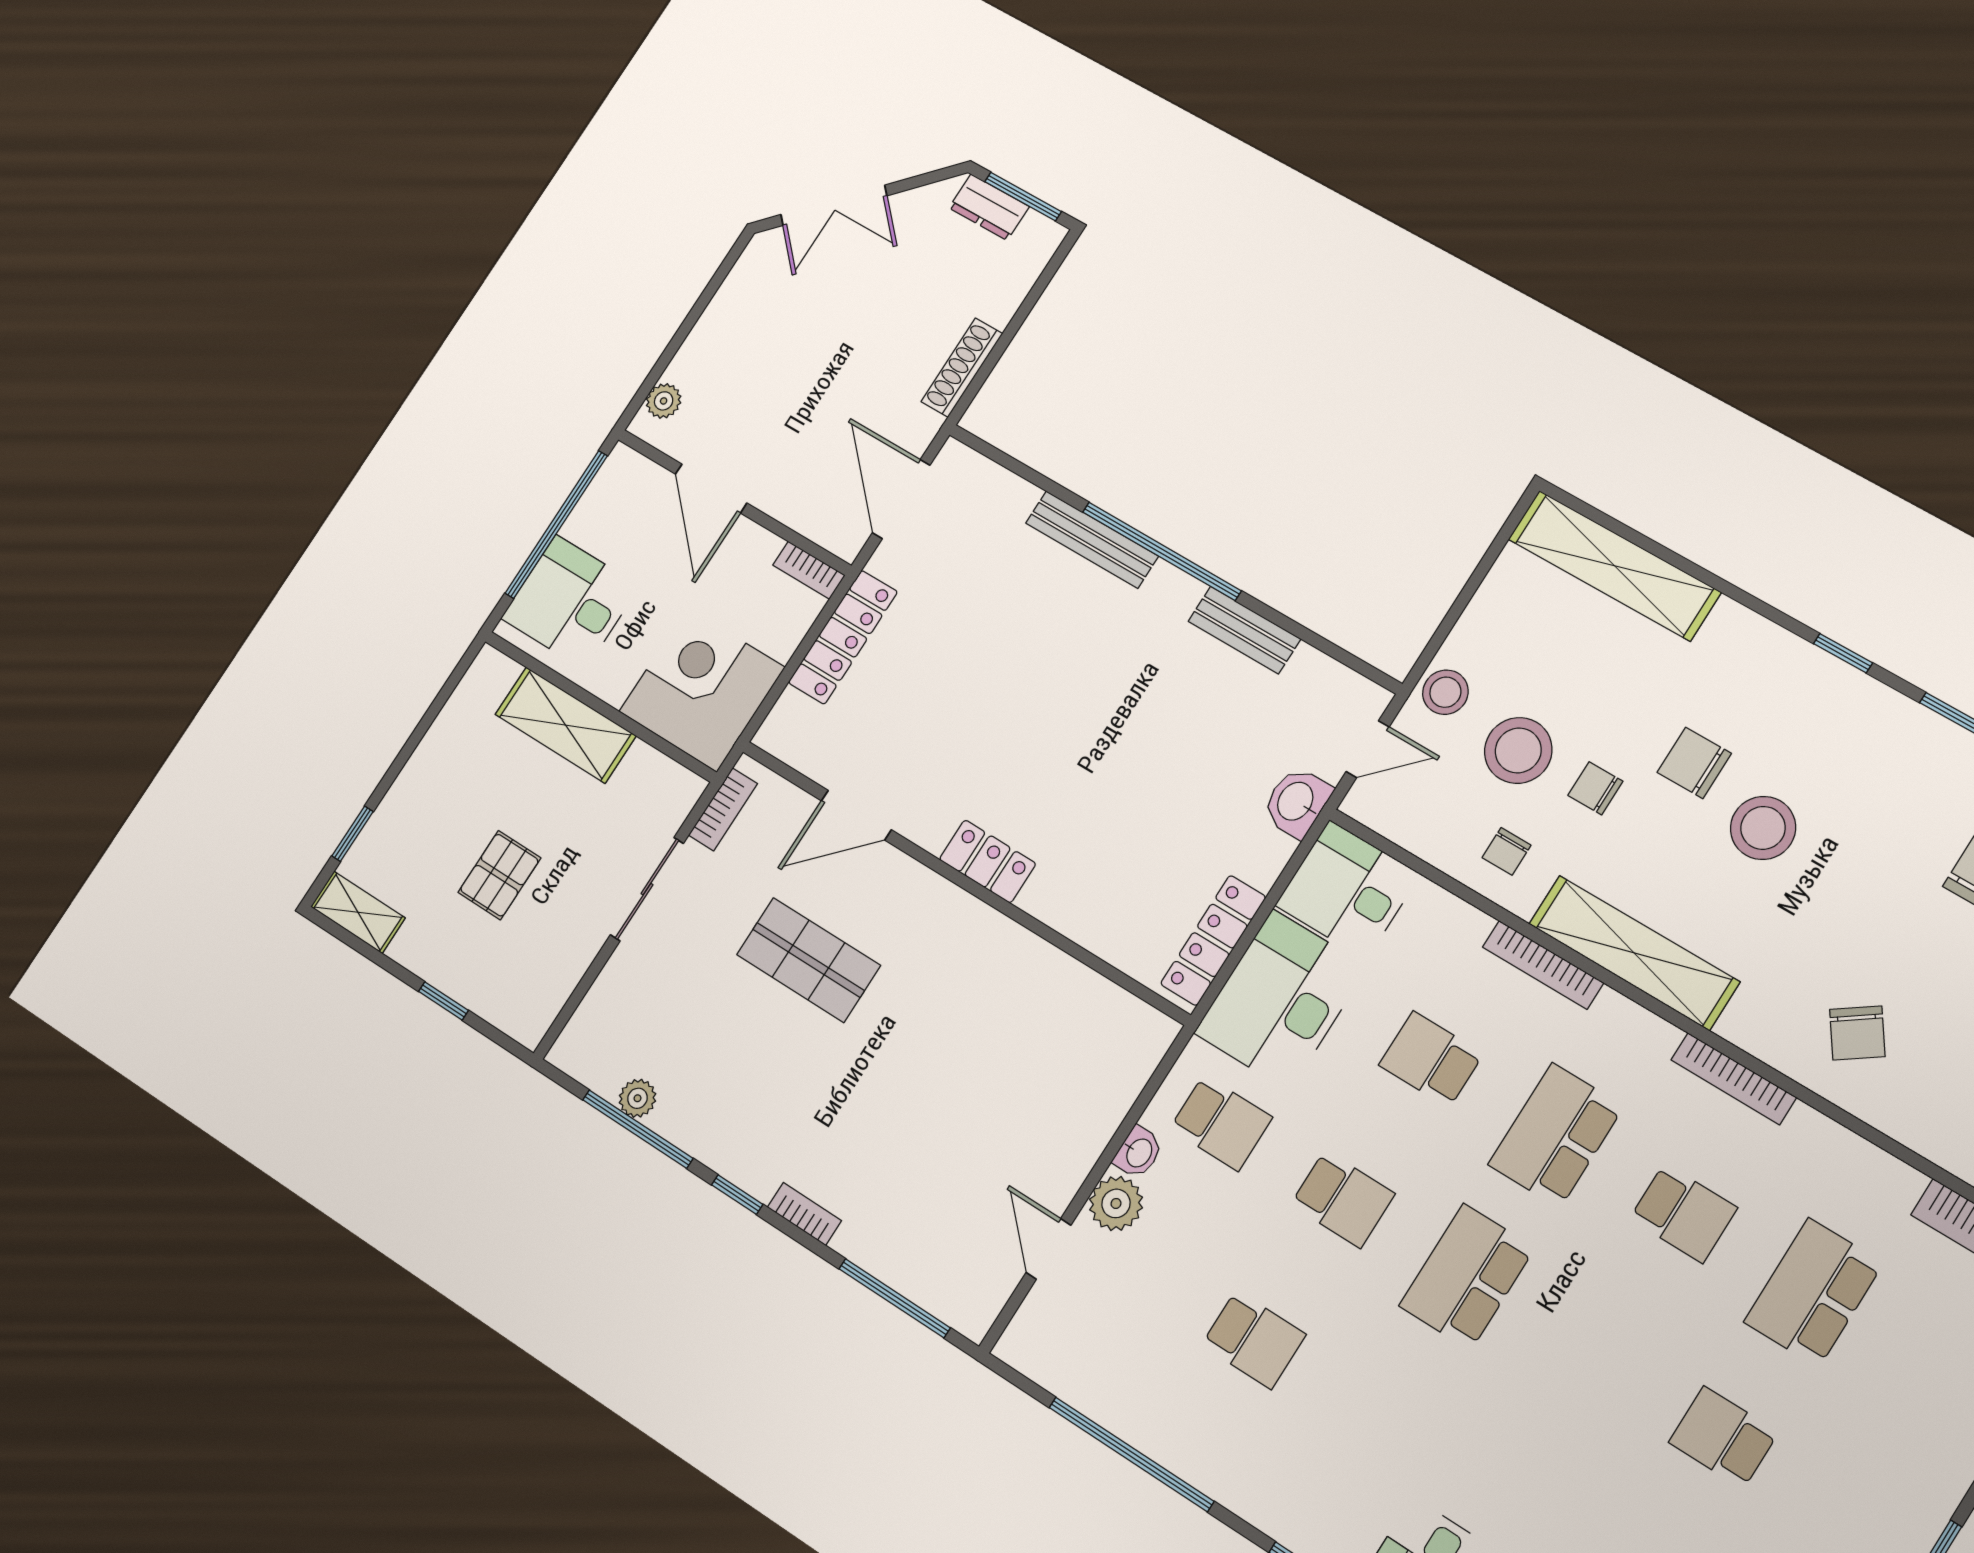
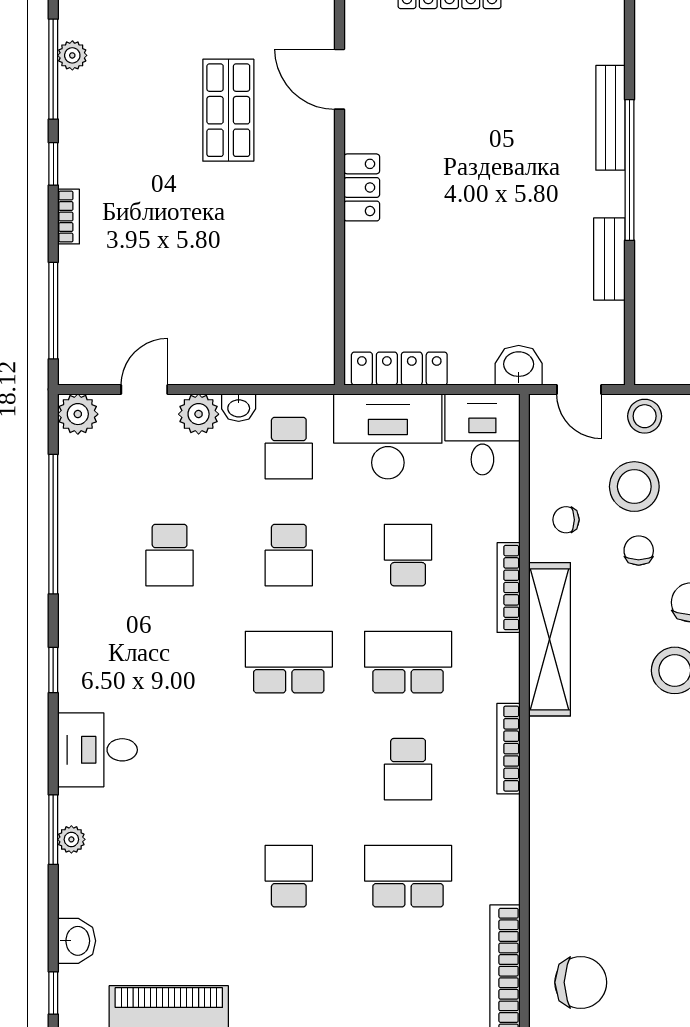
chair: (1857, 1033) -> (581, 806), removed
plant: (1026, 1344) -> (78, 414), added

